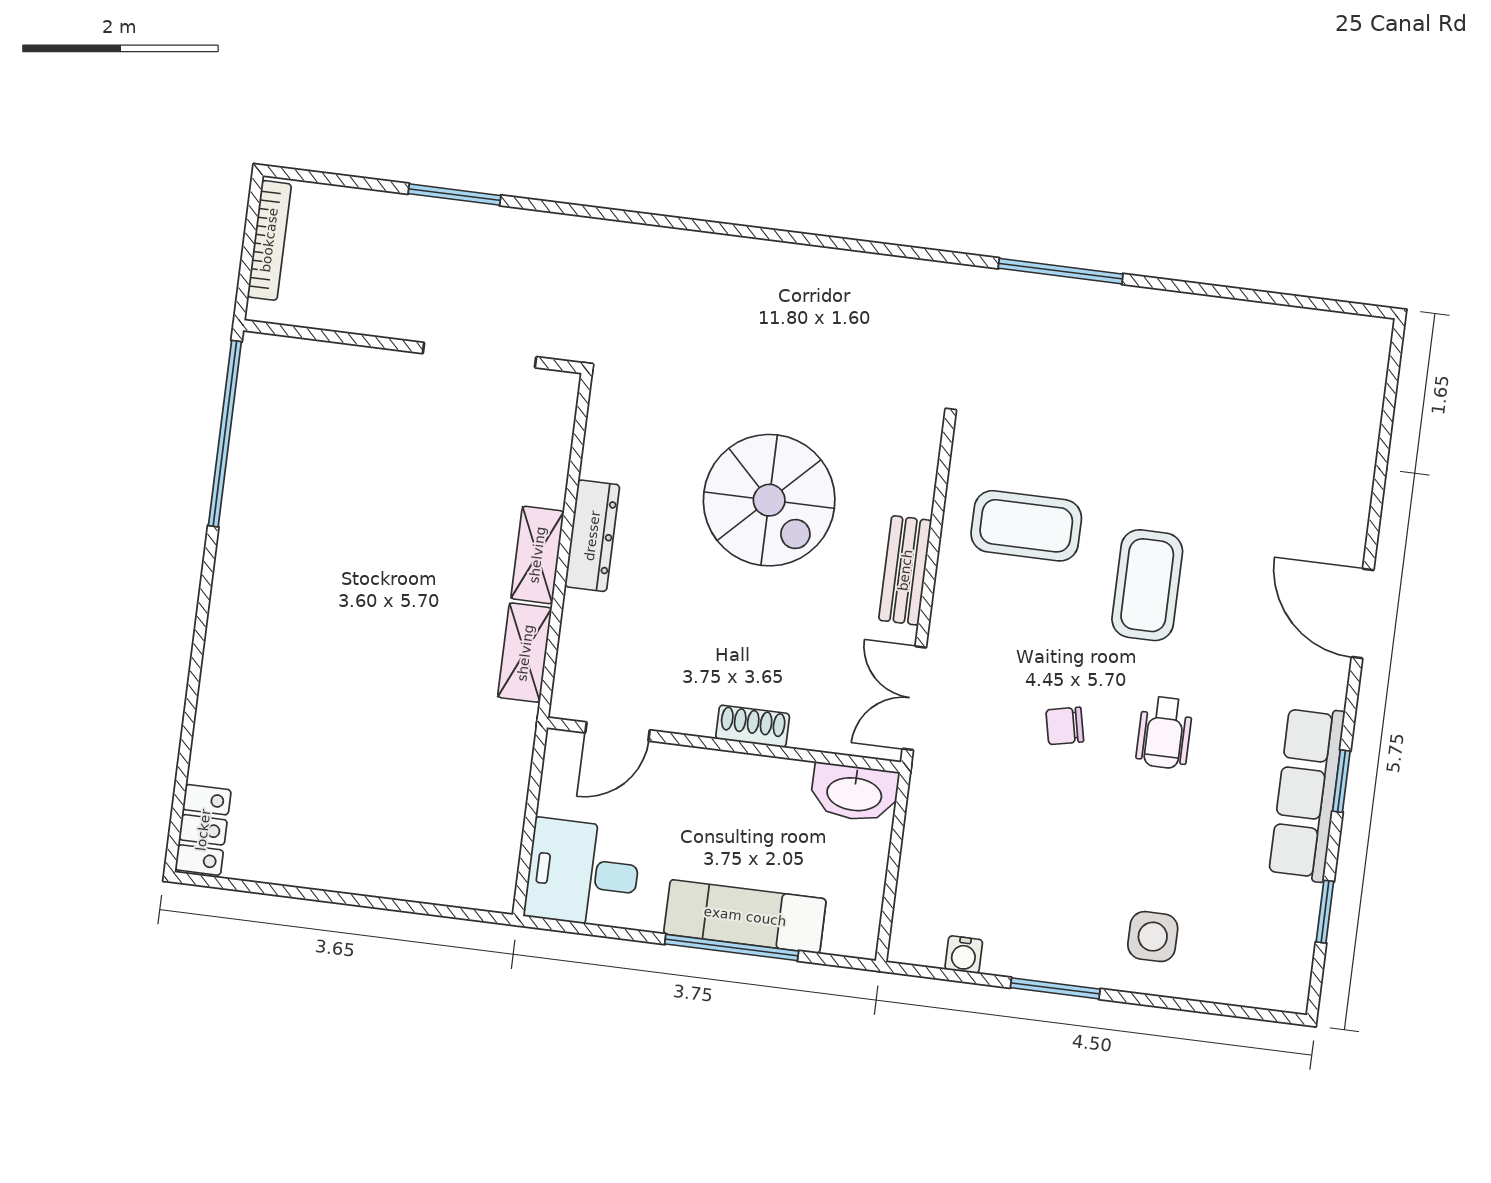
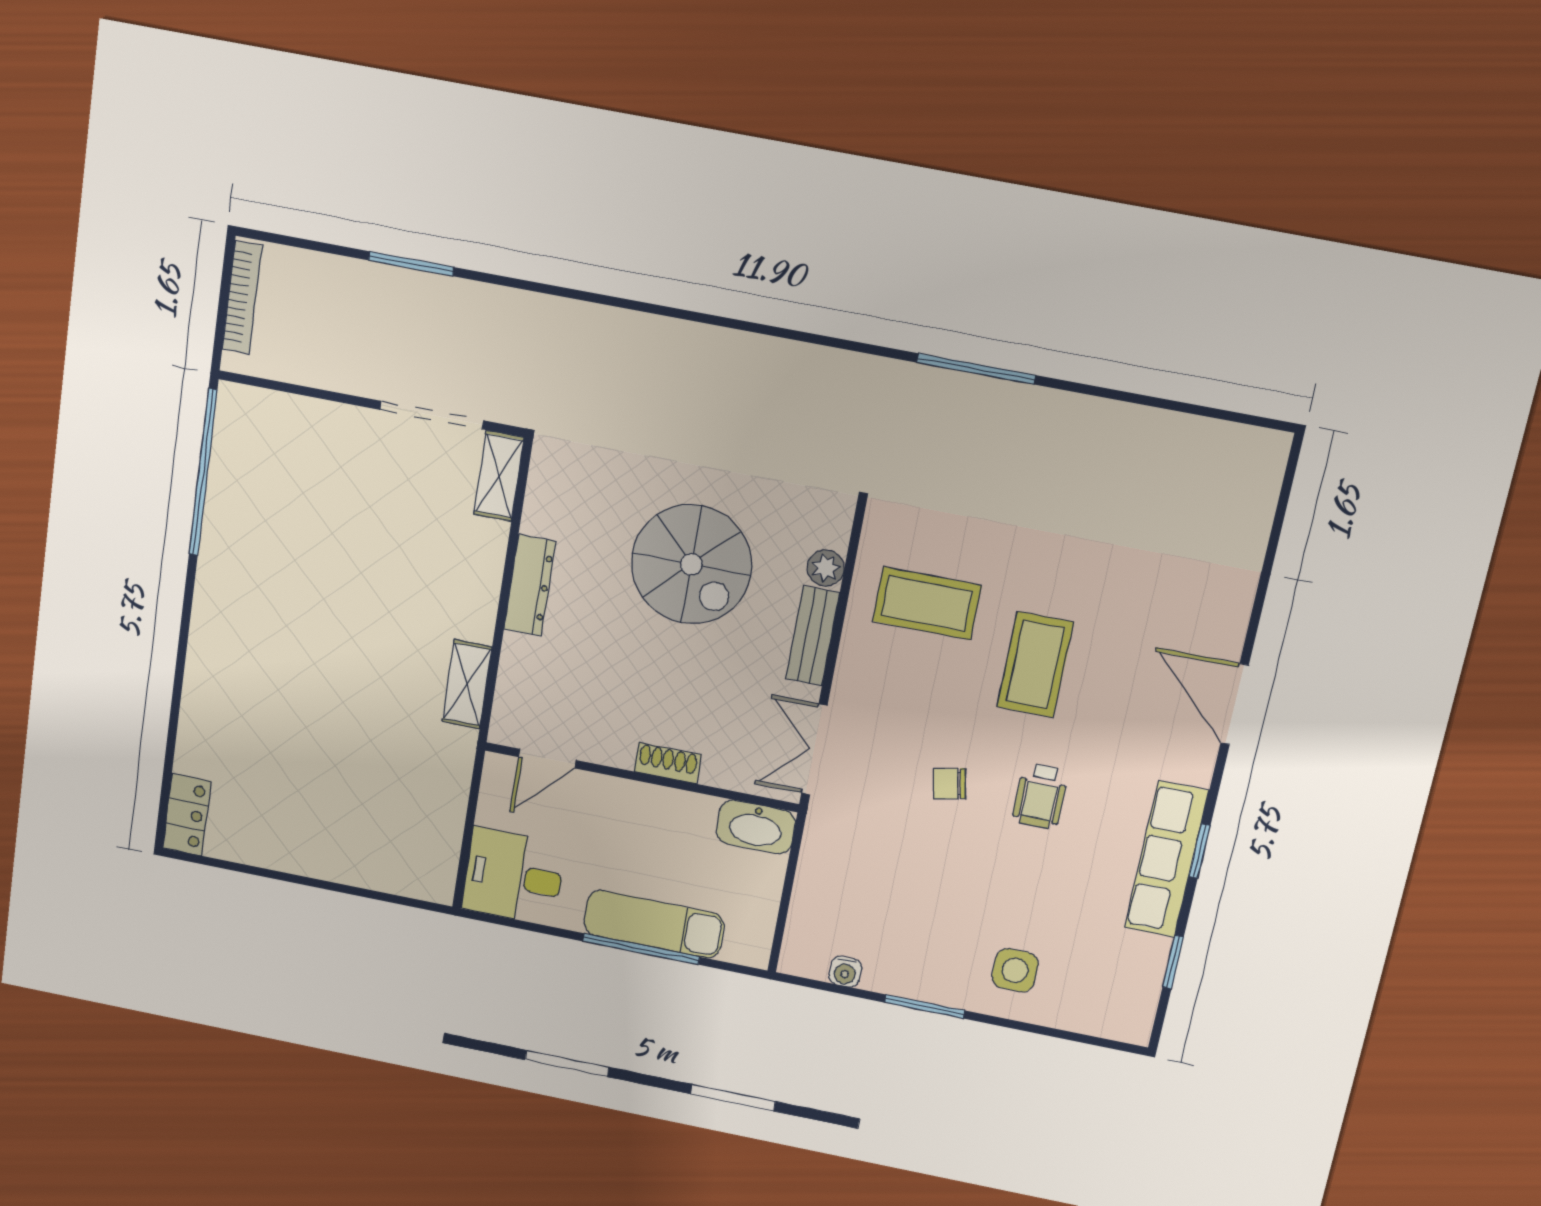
plant: (915, 494) -> (826, 568), added
shelving: (537, 555) -> (499, 476), moved

